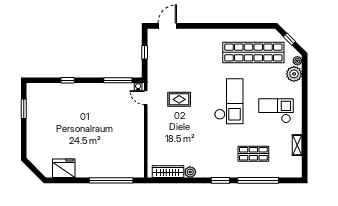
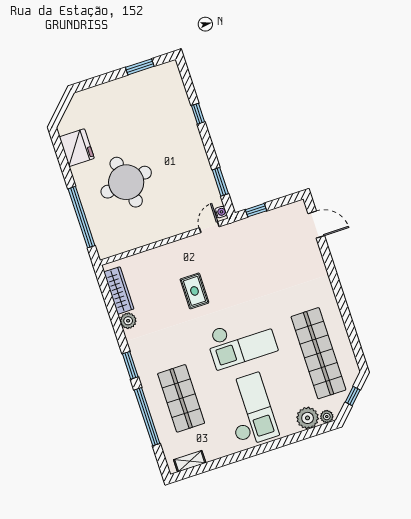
window: (145, 52) -> (256, 210), moved
window: (118, 80) -> (220, 182), width x0.69
rug: (179, 99) -> (194, 291), moved
checkout: (276, 111) -> (250, 410), width x1.36, depth x1.21
round table: (98, 143) -> (126, 182), added
shelving: (297, 145) -> (190, 461), moved
shop shelf: (253, 154) -> (181, 398), width x1.43, depth x1.36

